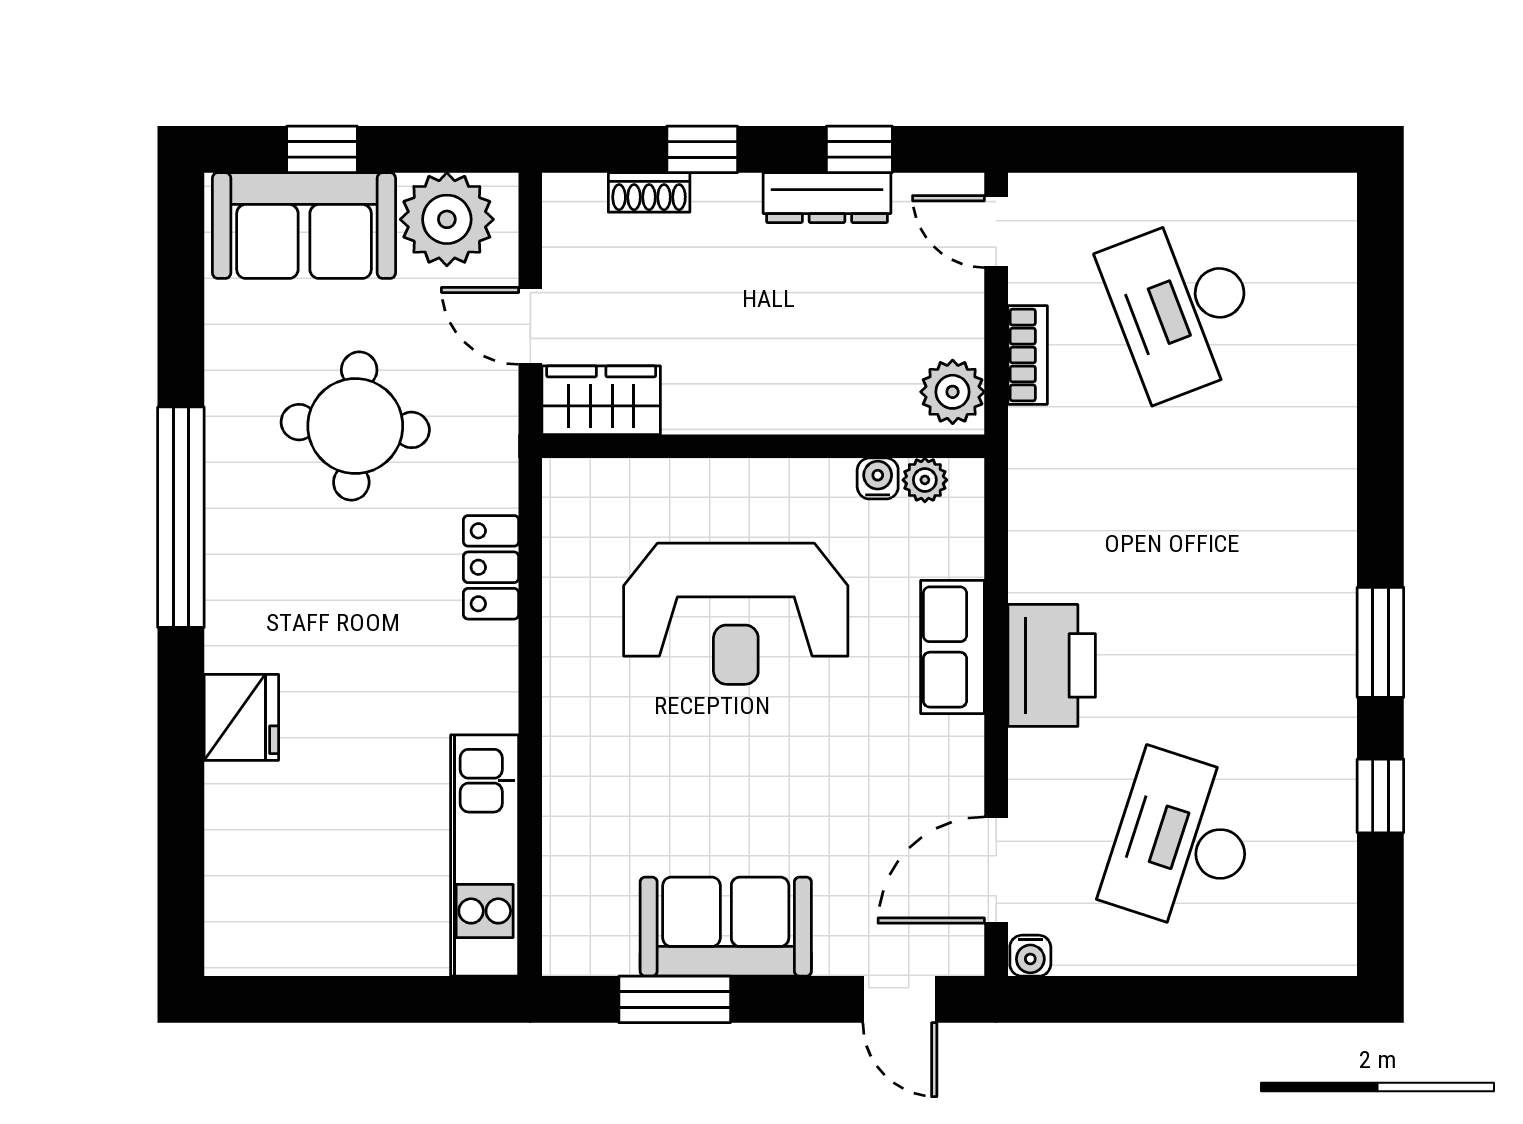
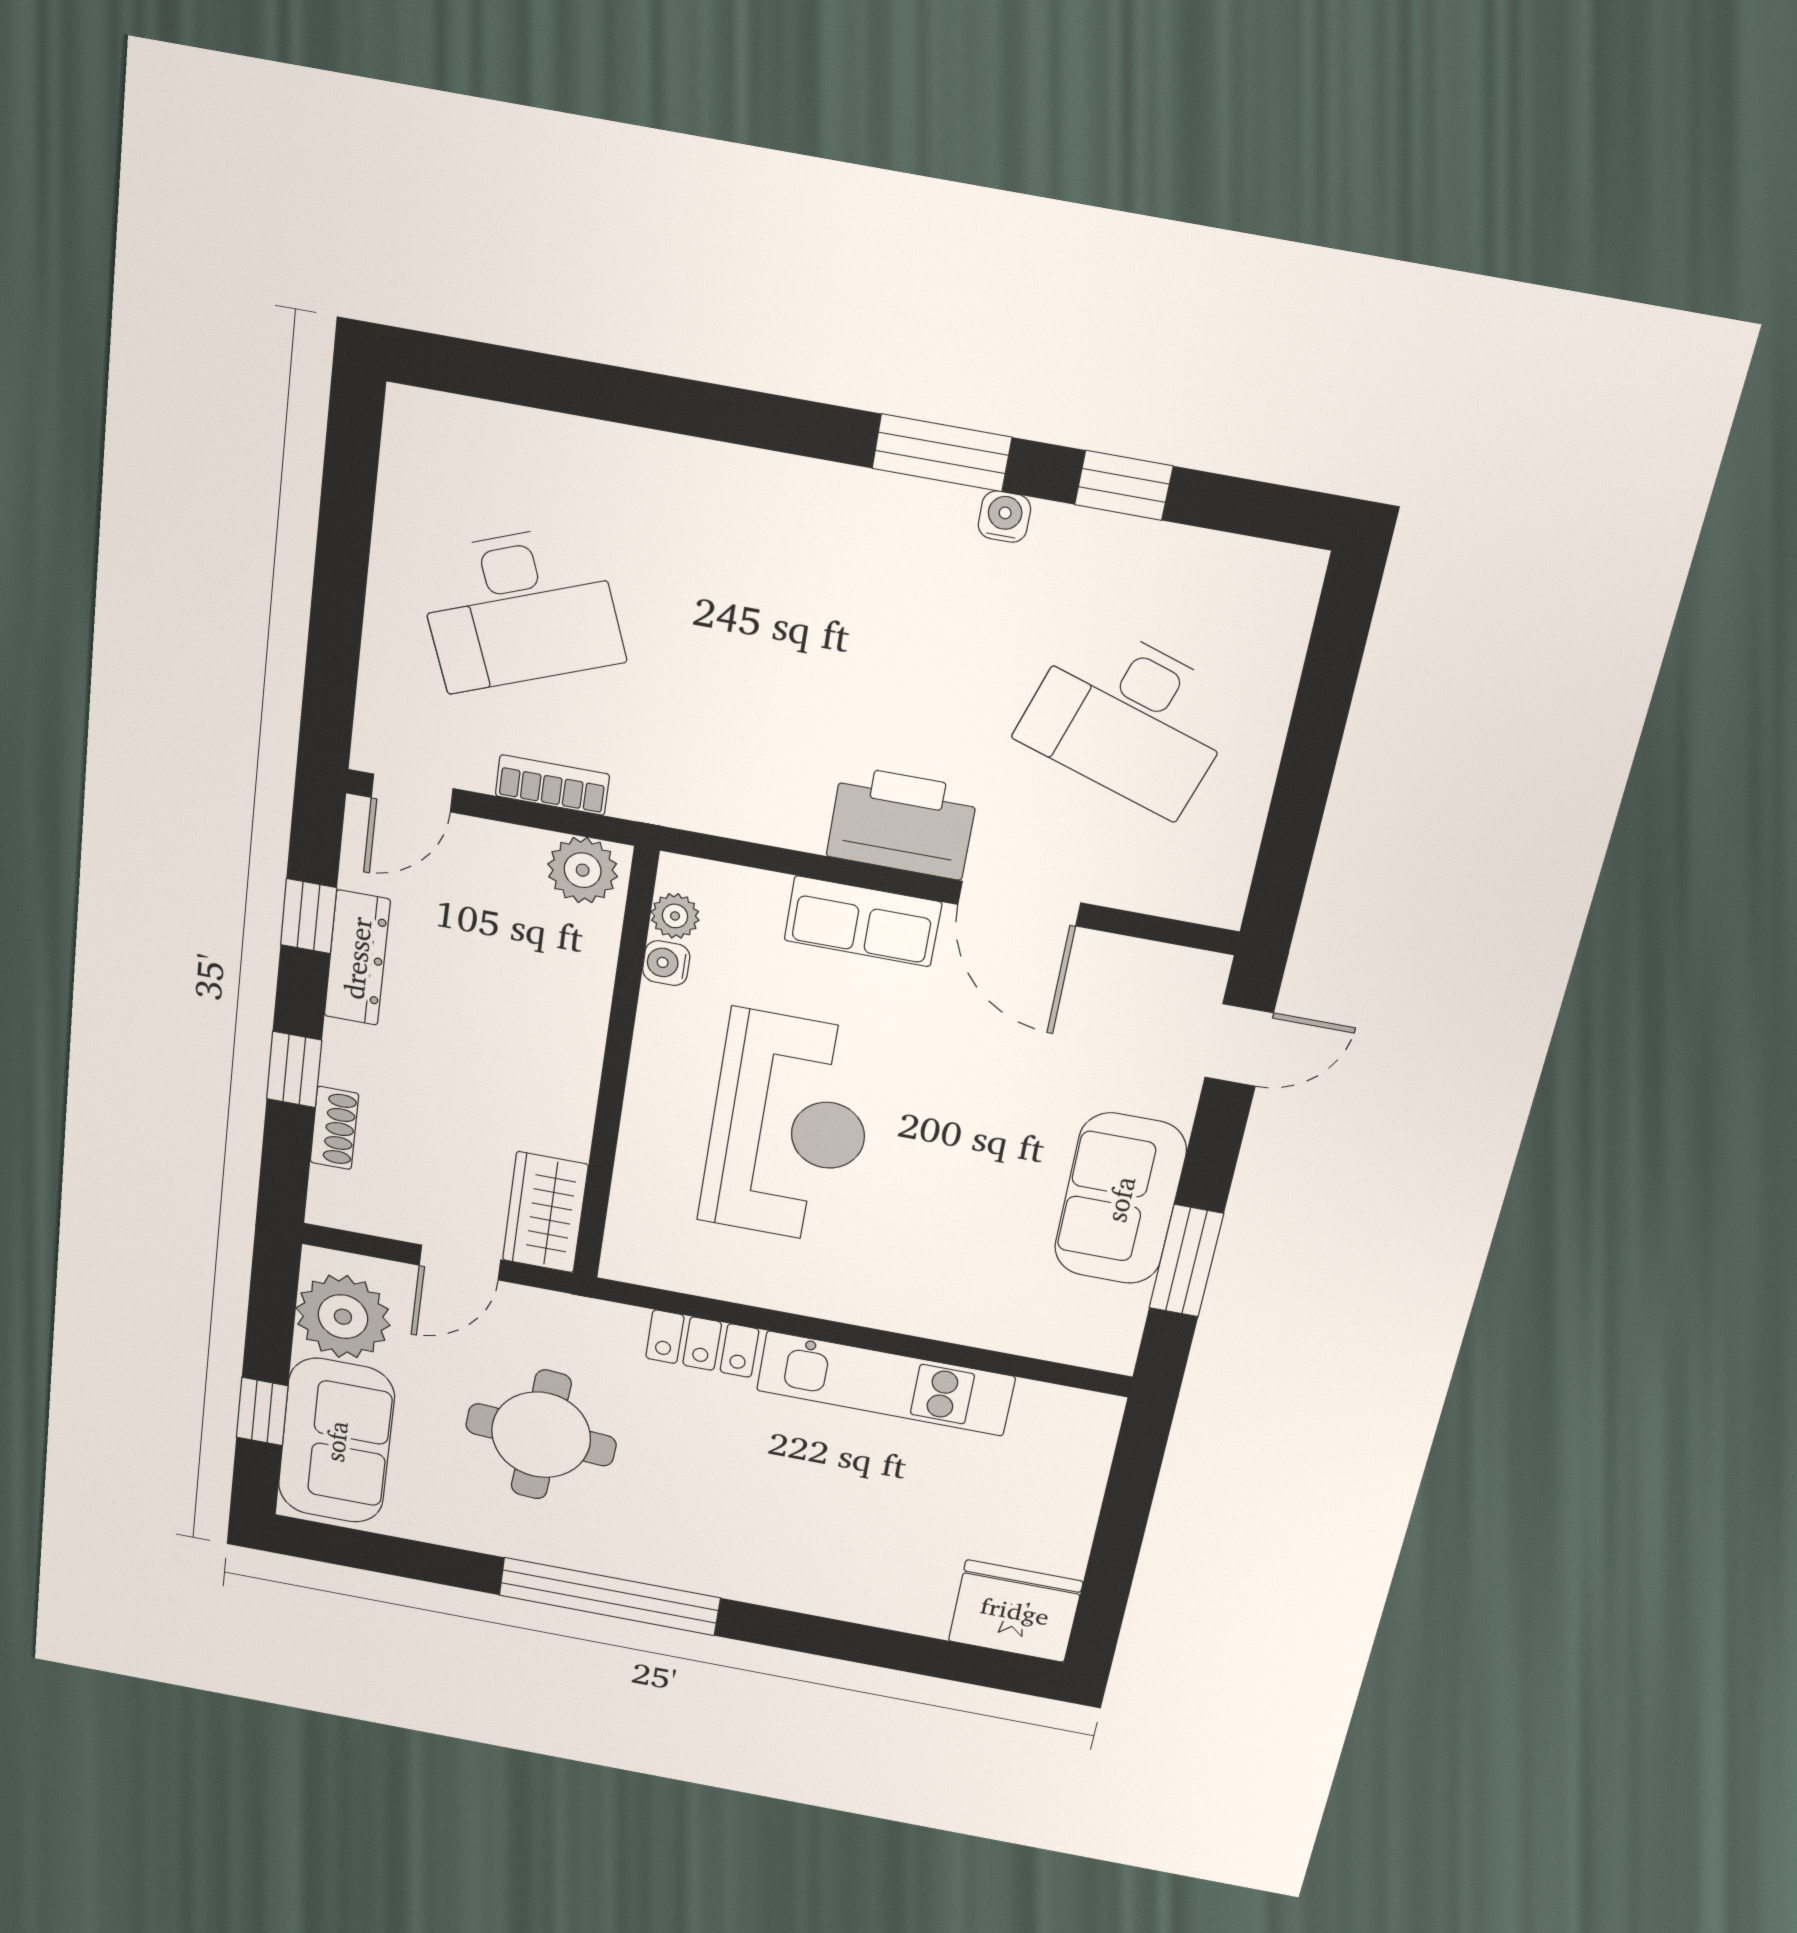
fridge: (241, 717) -> (1015, 1611), moved, width x1.36, depth x1.34
kitchen unit: (485, 855) -> (885, 1384), moved
door: (996, 870) -> (1019, 904), moved
water cooler: (1030, 956) -> (1004, 517), moved, turned -90

